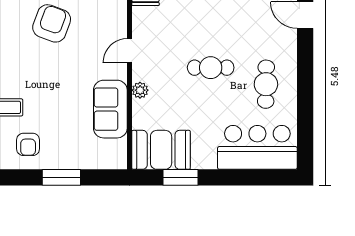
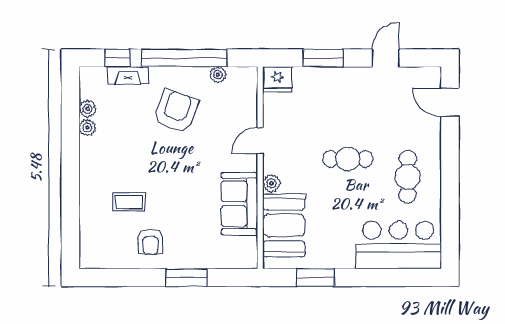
booth: (161, 150) -> (284, 225), moved, turned 90

